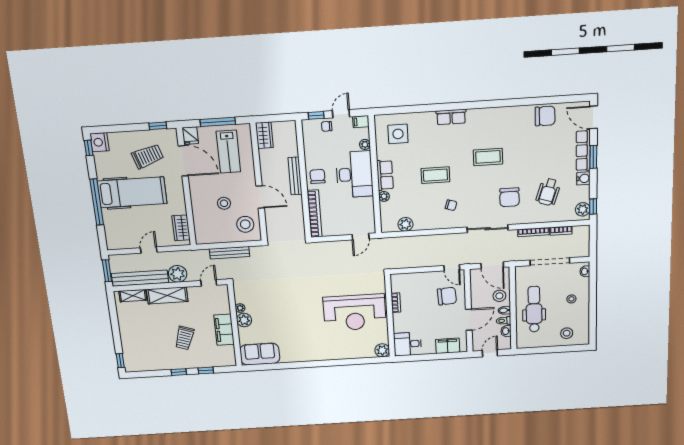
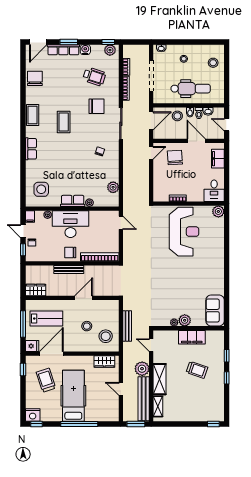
coffee table: (435, 175) -> (33, 115), moved
stool: (245, 224) -> (106, 336), moved
dental chair: (534, 309) -> (191, 89), turned 180

